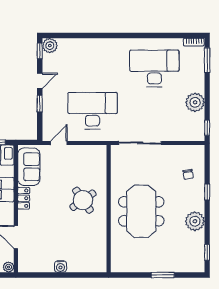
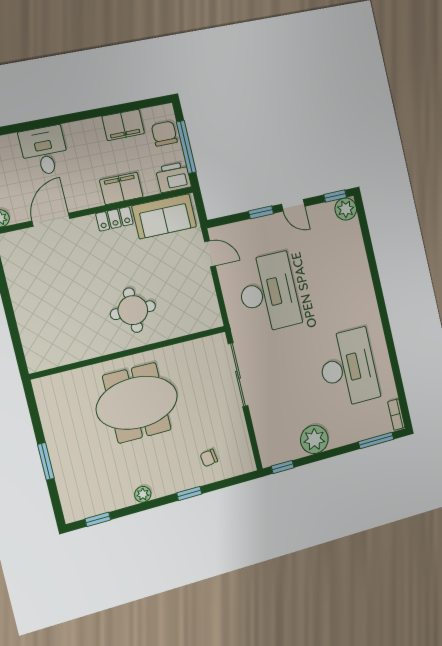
round table: (83, 200) -> (133, 310), turned 35
plant: (195, 221) -> (143, 494), width x0.53, depth x0.53
water cooler: (60, 267) -> (21, 300), removed

